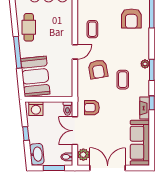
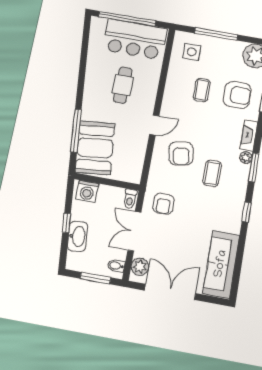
armchair: (131, 19) -> (237, 95), turned -90
cafe table: (29, 27) -> (123, 85), moved
coffee table: (92, 29) -> (202, 90), moved
window: (18, 52) -> (76, 131), moved
armchair: (92, 108) -> (163, 204), turned -90
fireplace: (145, 108) -> (249, 136), moved
washbasin: (37, 154) -> (78, 236), moved

